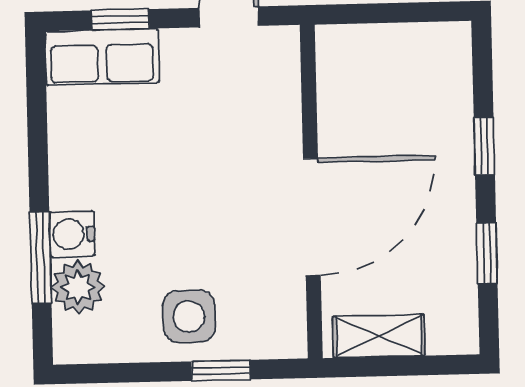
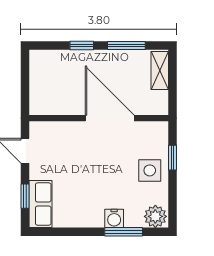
window: (487, 253) -> (126, 45), width x1.50
plant: (78, 287) -> (155, 216), moved
shelving: (379, 336) -> (160, 71), moved

